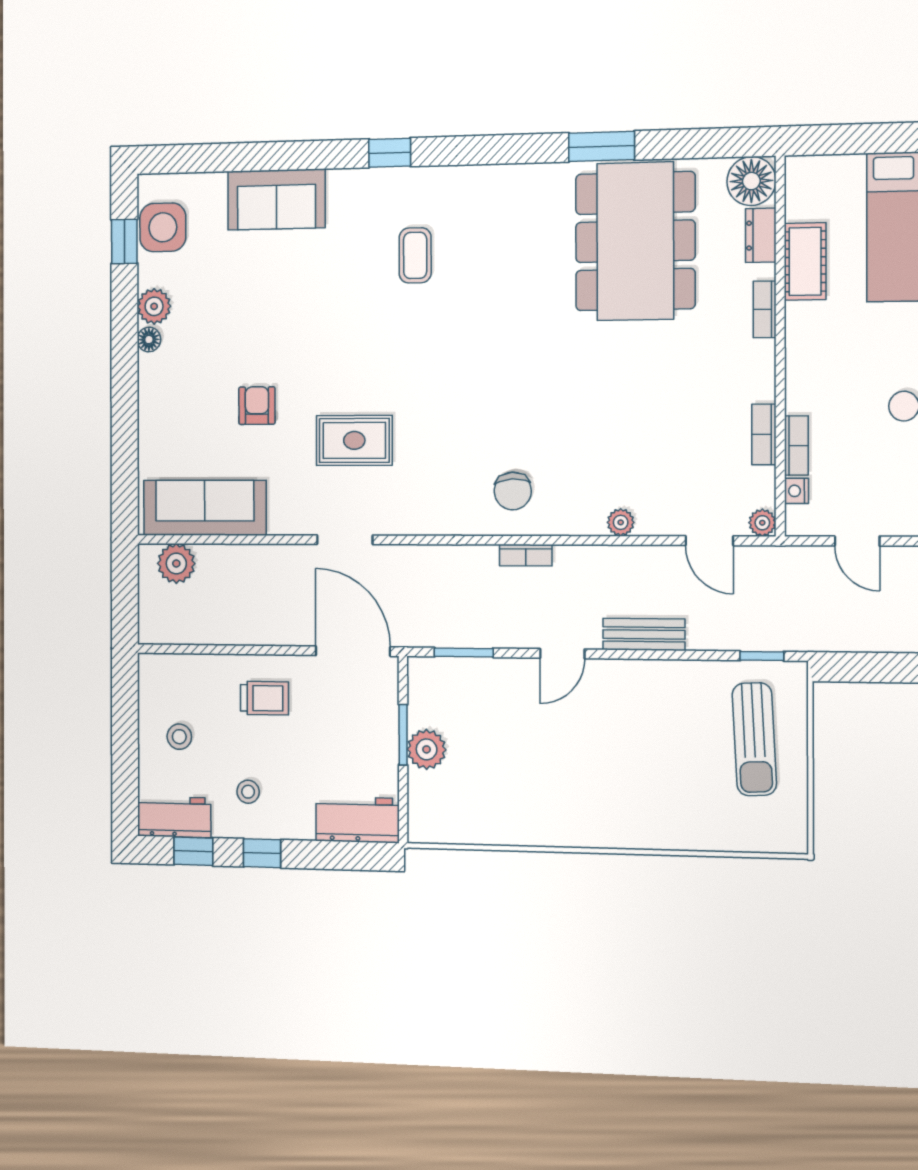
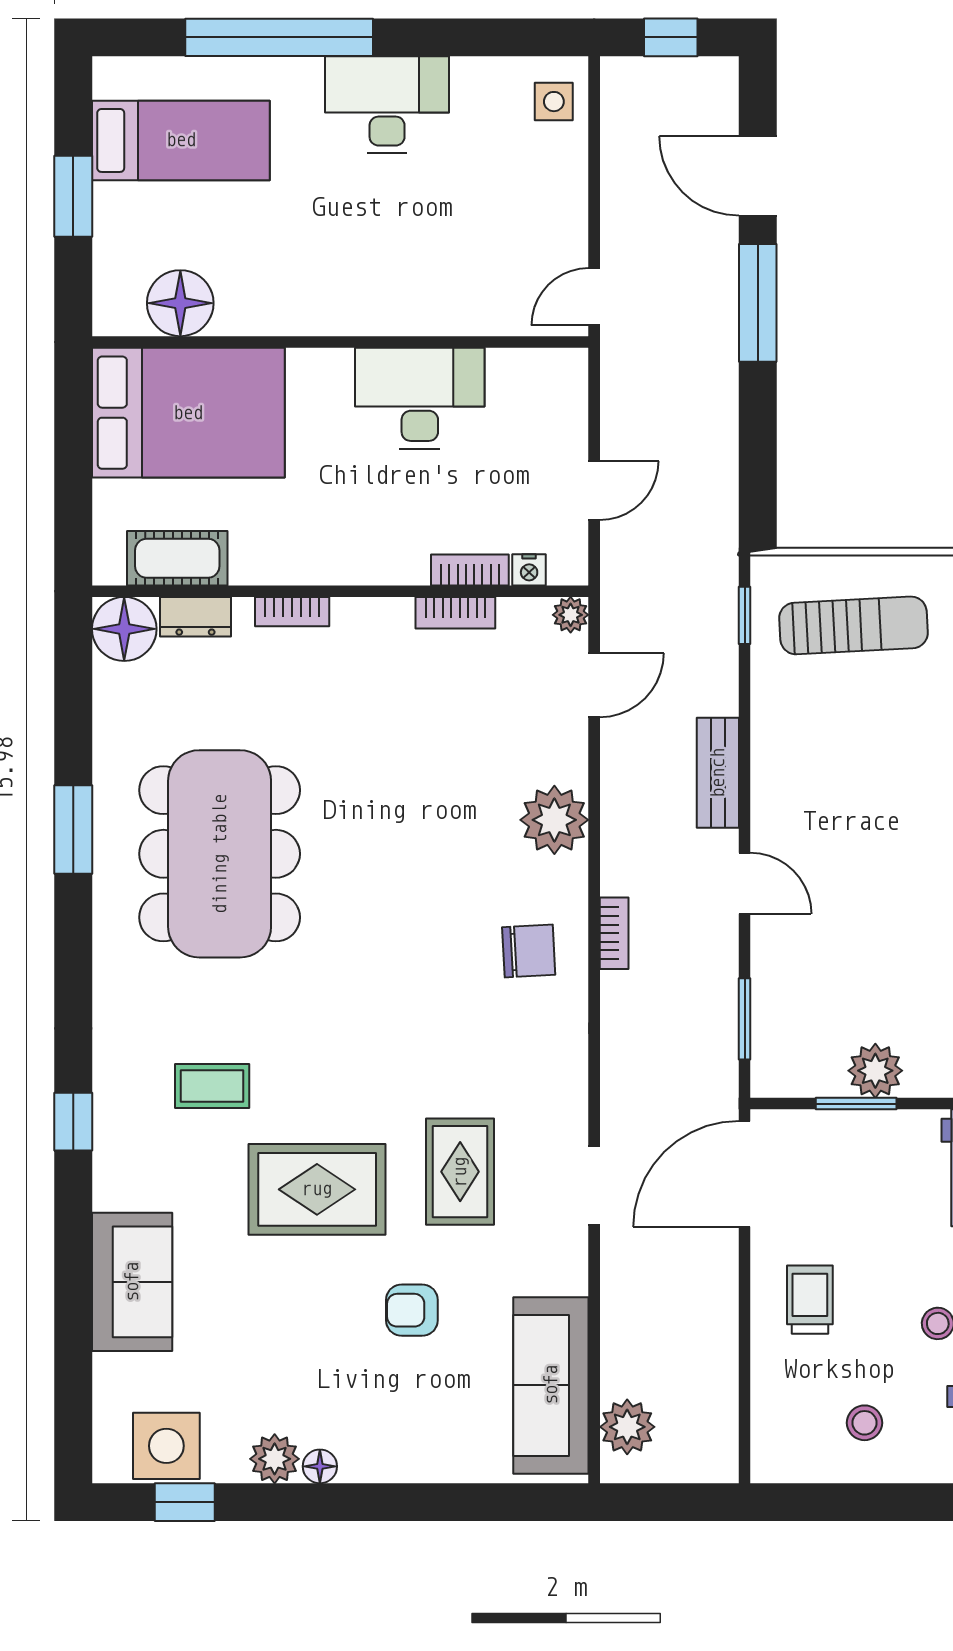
dining table: (635, 241) -> (220, 854), moved, turned 90
cot: (805, 261) -> (177, 558), moved
rug: (342, 335) -> (317, 1189), added
plant: (621, 522) -> (554, 820), width x1.88, depth x1.88

